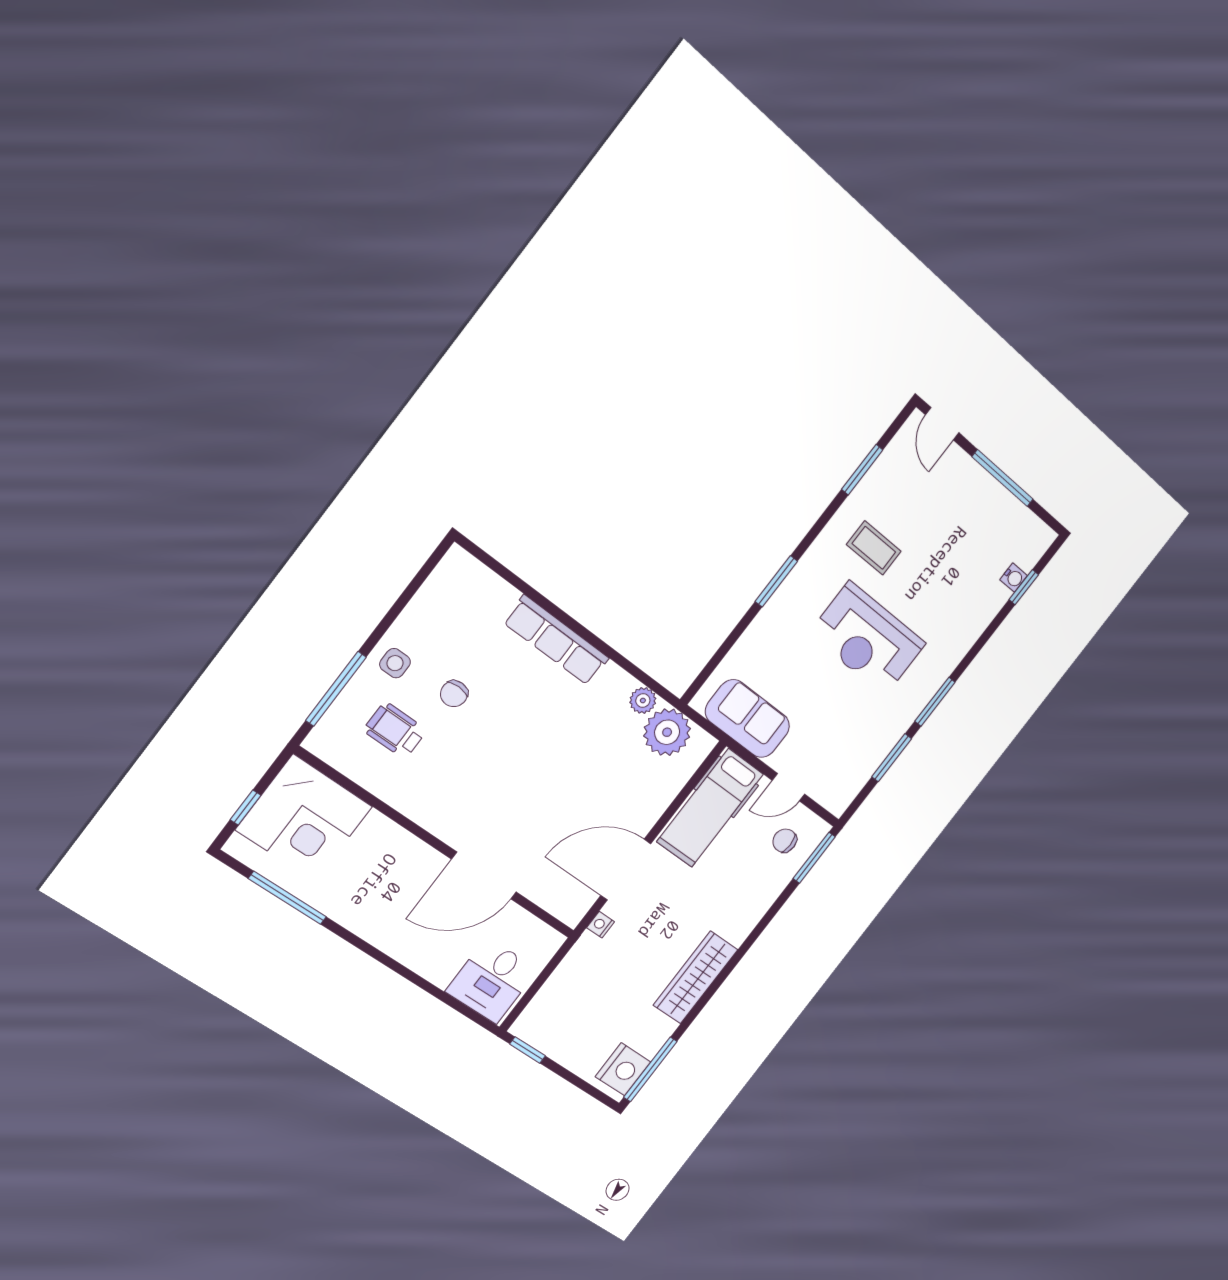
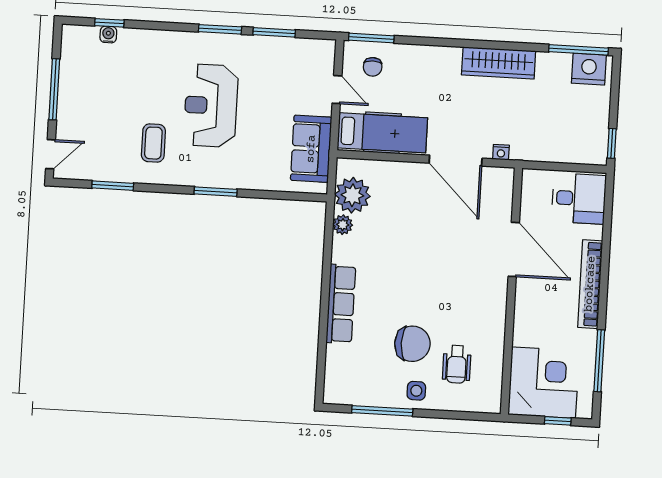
reception desk: (867, 639) -> (211, 106), turned 180
window: (336, 689) -> (382, 411), moved
chair: (454, 694) -> (412, 344), width x1.87, depth x1.87
bookcase: (386, 938) -> (590, 284), added

